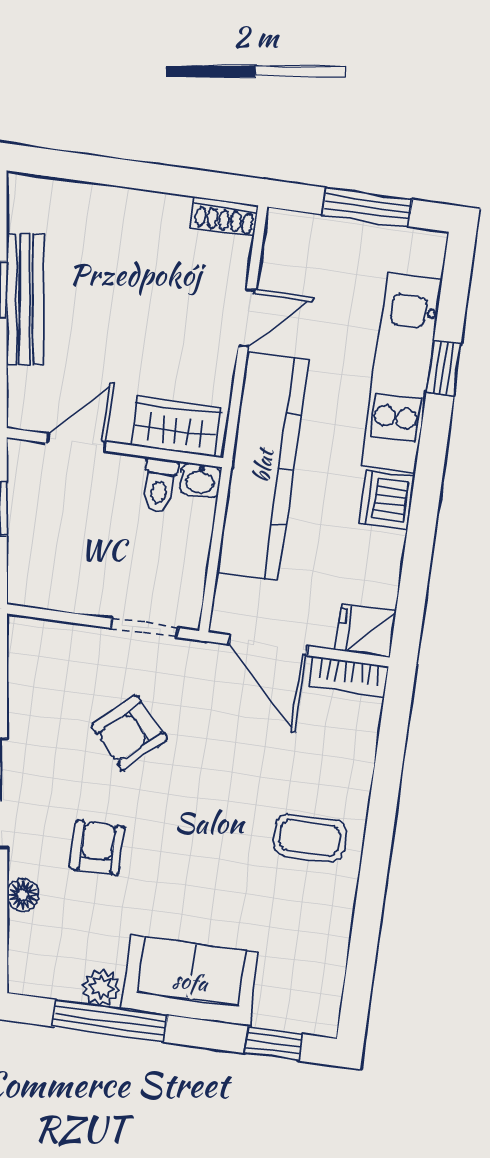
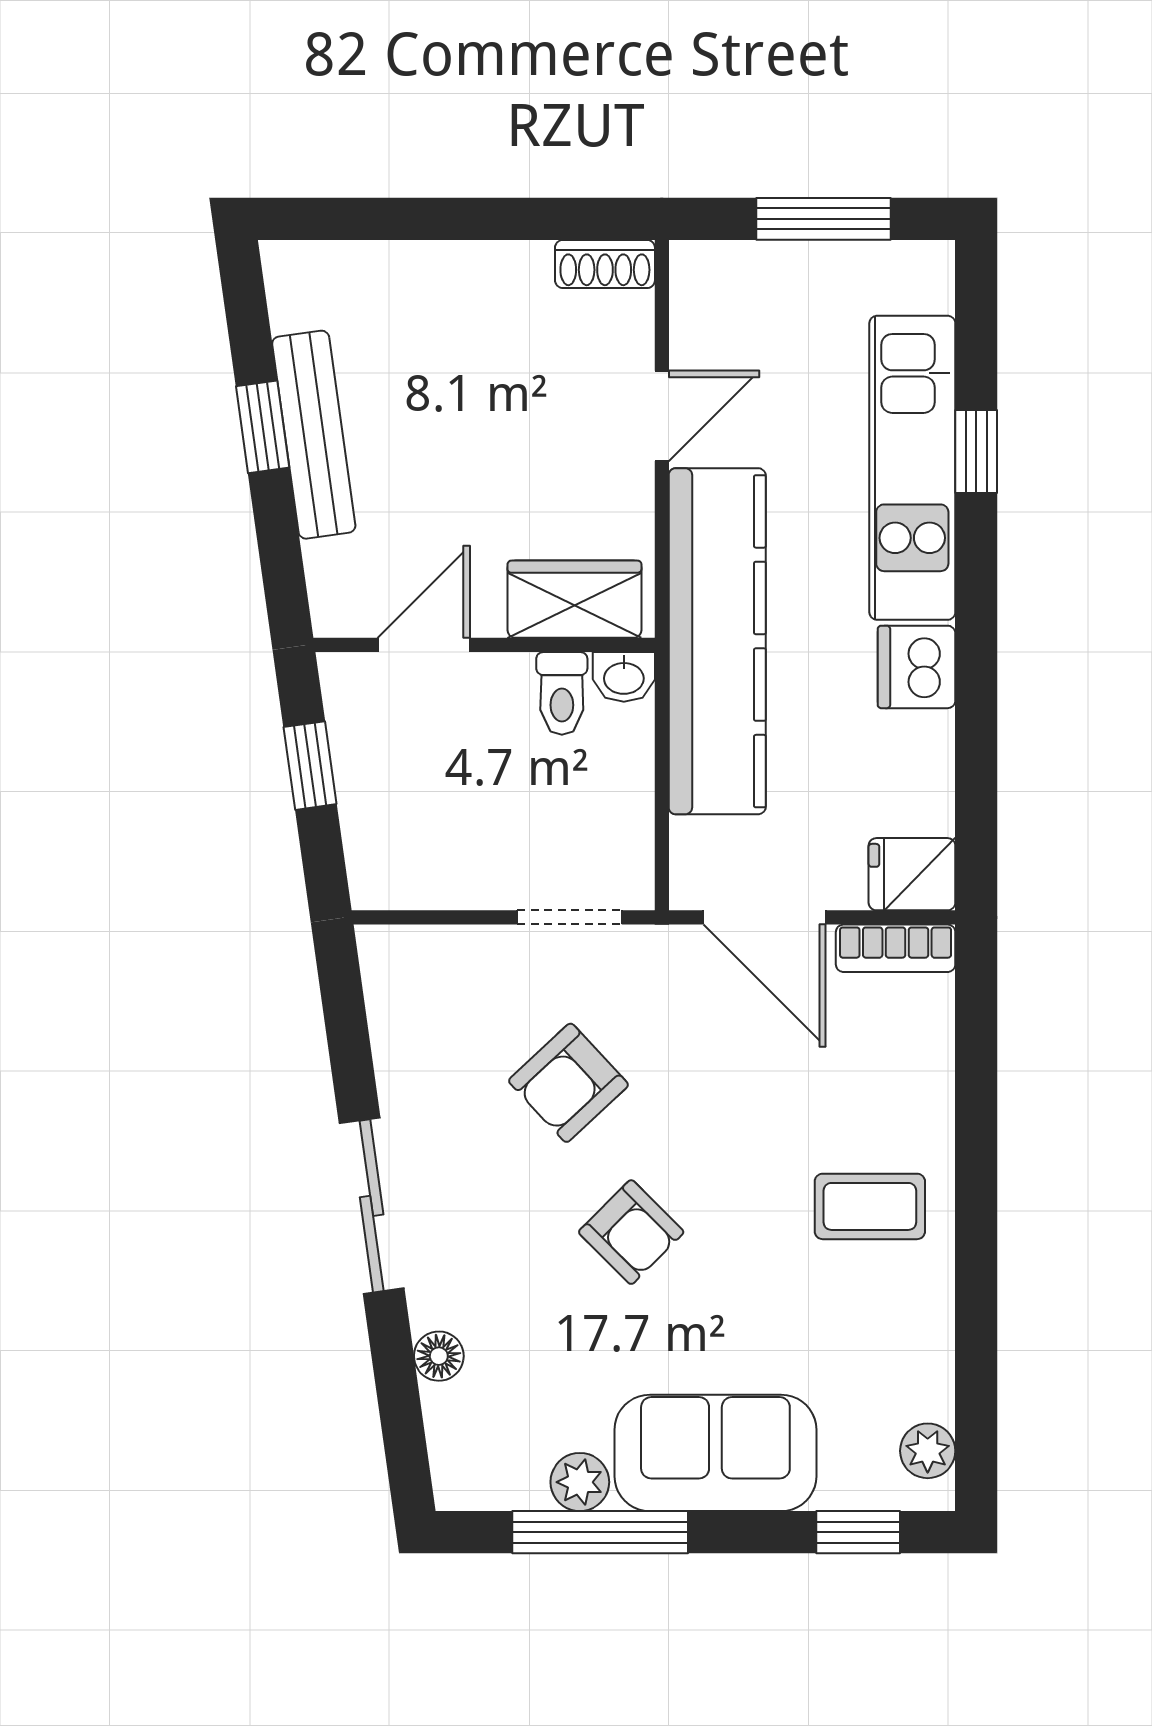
armchair: (97, 847) -> (631, 1232), moved, turned 135
plant: (325, 998) -> (928, 1451), added

